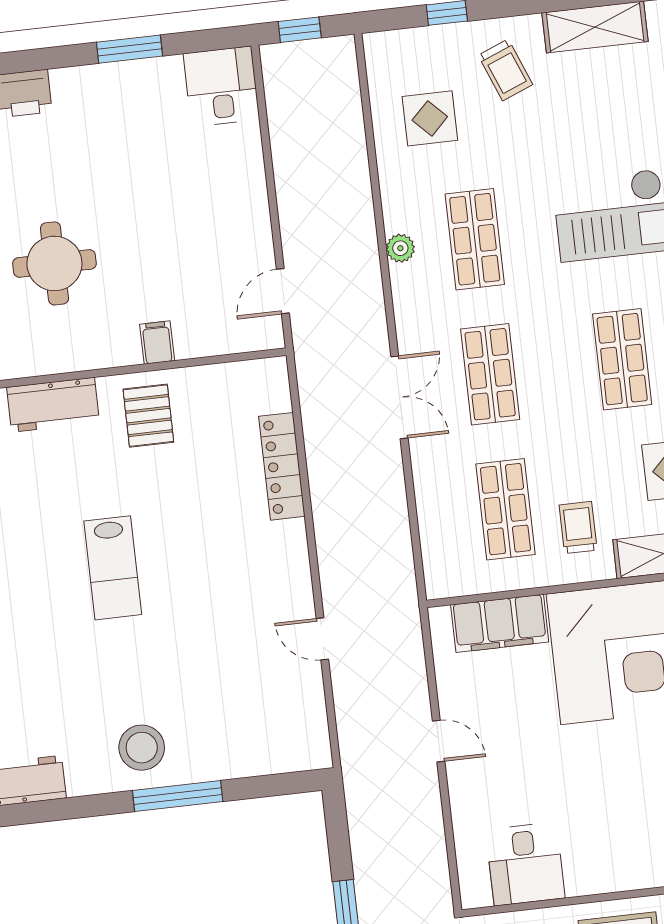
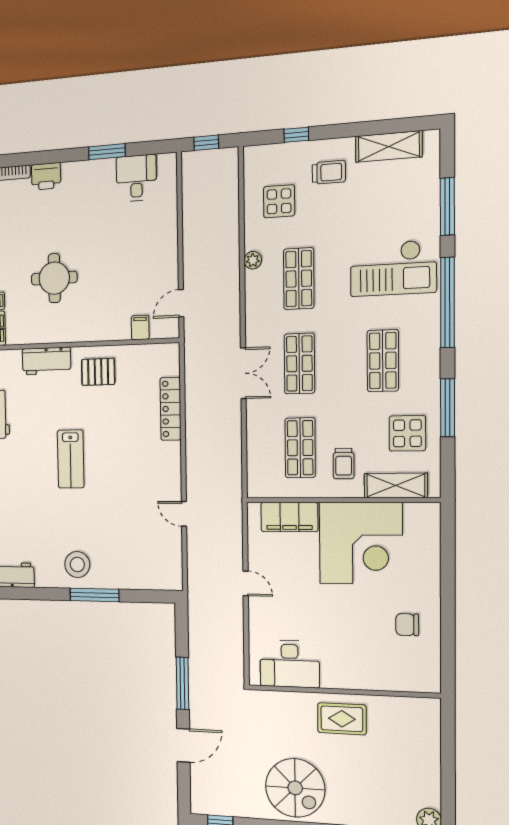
trolley: (505, 70) -> (329, 172), turned -68
desk: (221, 86) -> (136, 178), moved
plant: (400, 248) -> (253, 260), moved
filing cabinet: (157, 343) -> (140, 328), moved
pallet: (148, 416) -> (98, 372), turned 90
trolley: (578, 527) -> (344, 464), turned 180
desk: (525, 864) -> (290, 664), width x1.37

